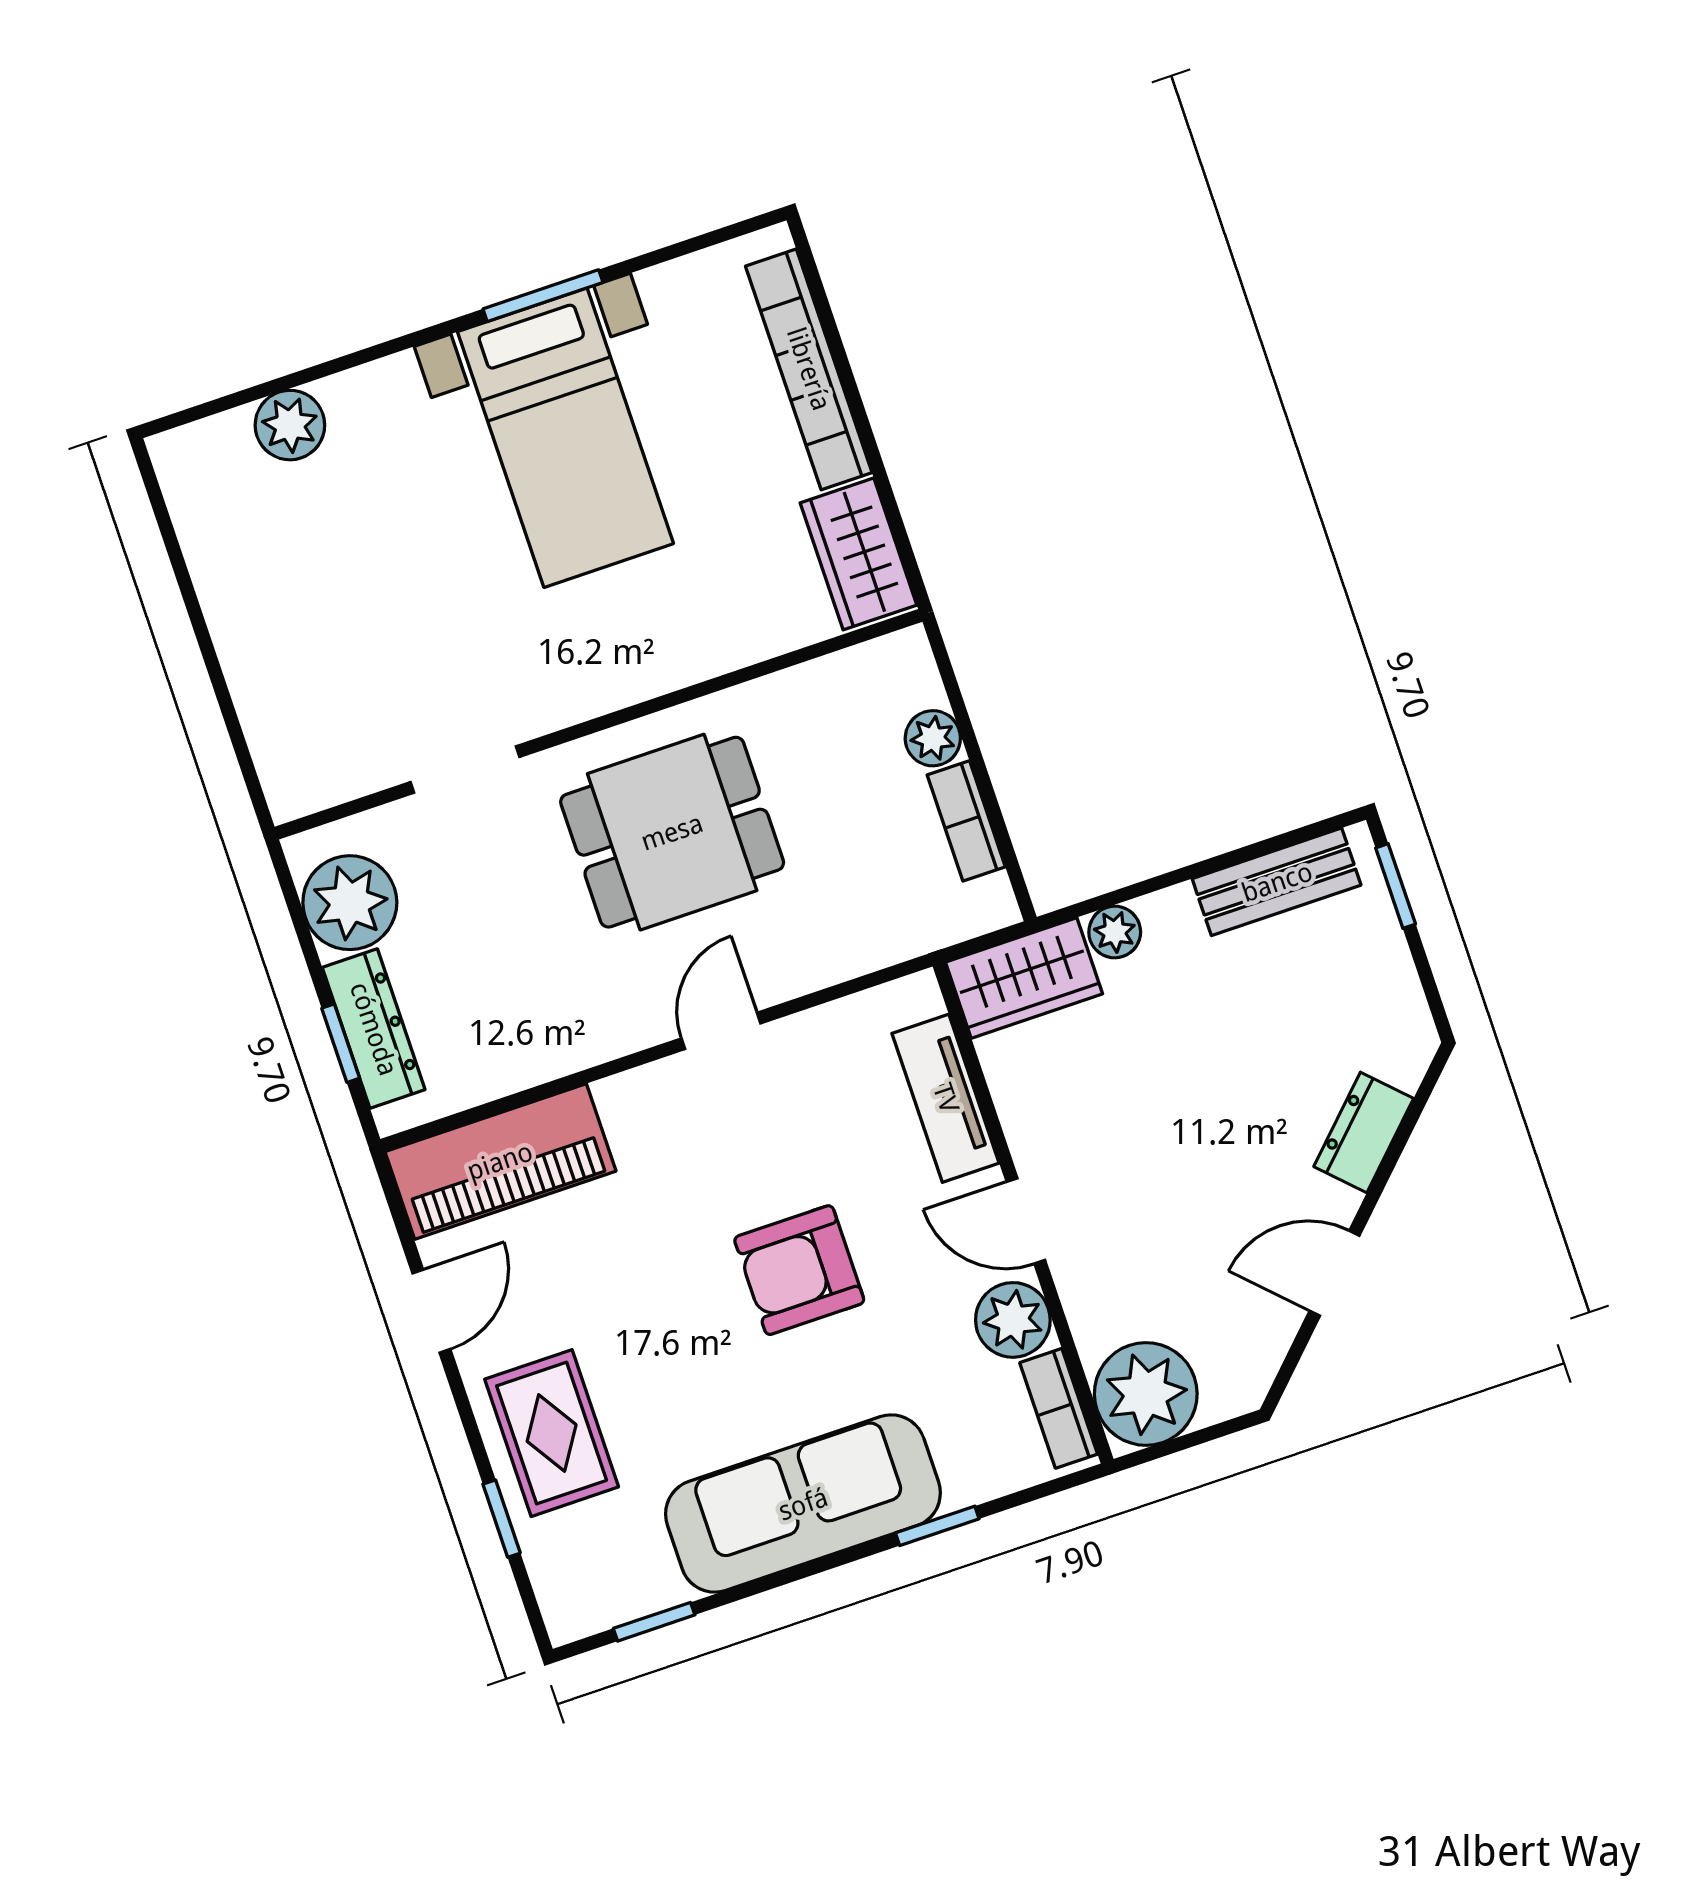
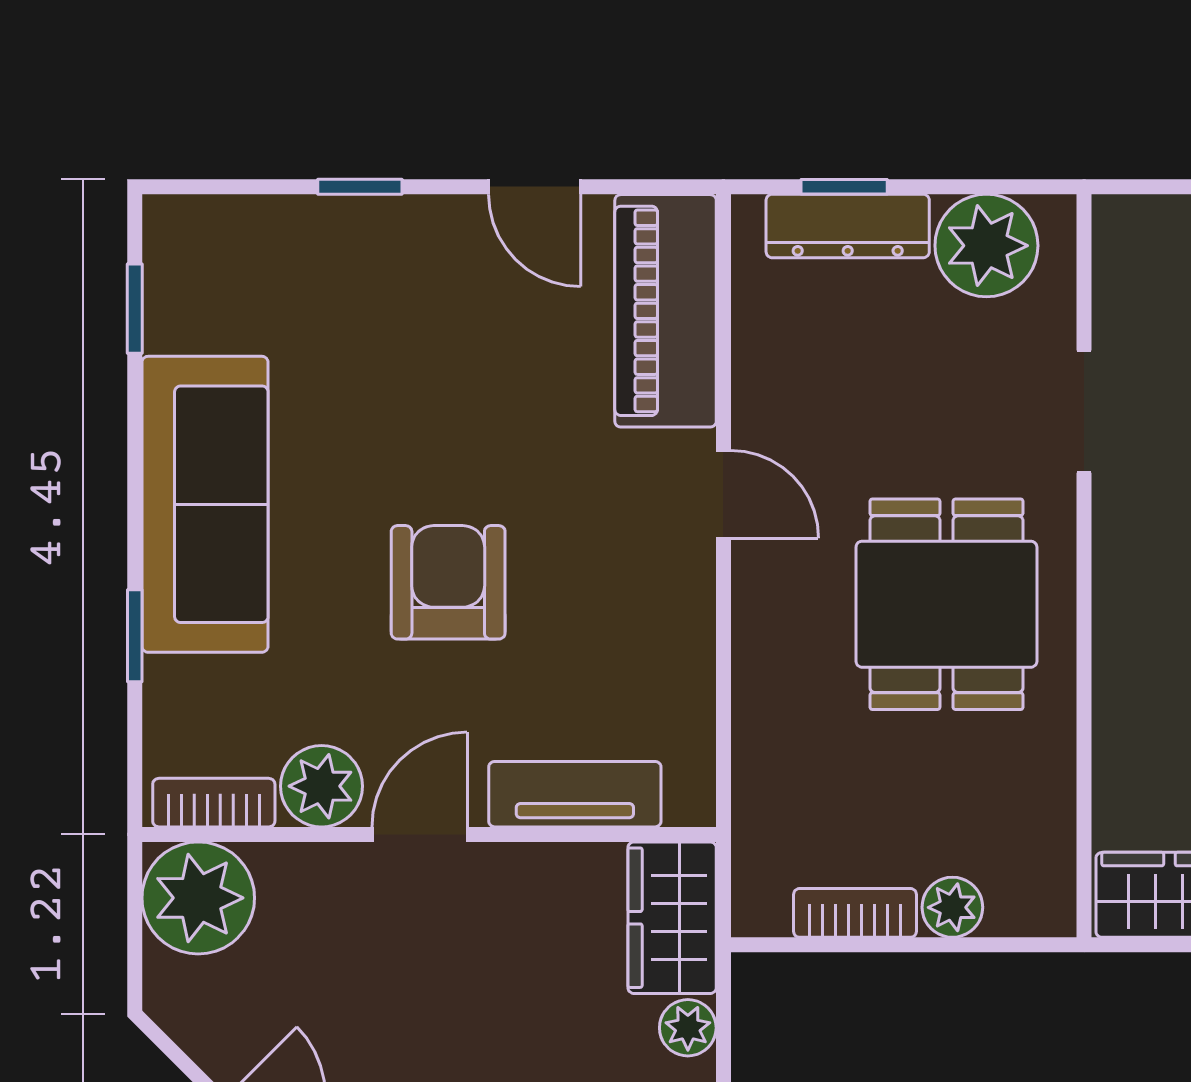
door: (721, 1031) -> (723, 494), moved
rug: (552, 1433) -> (366, 269), removed
window: (502, 1519) -> (360, 187), moved

